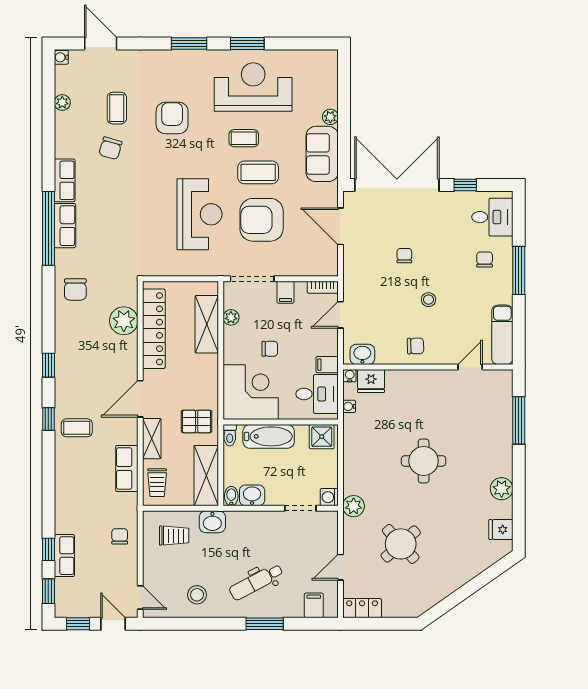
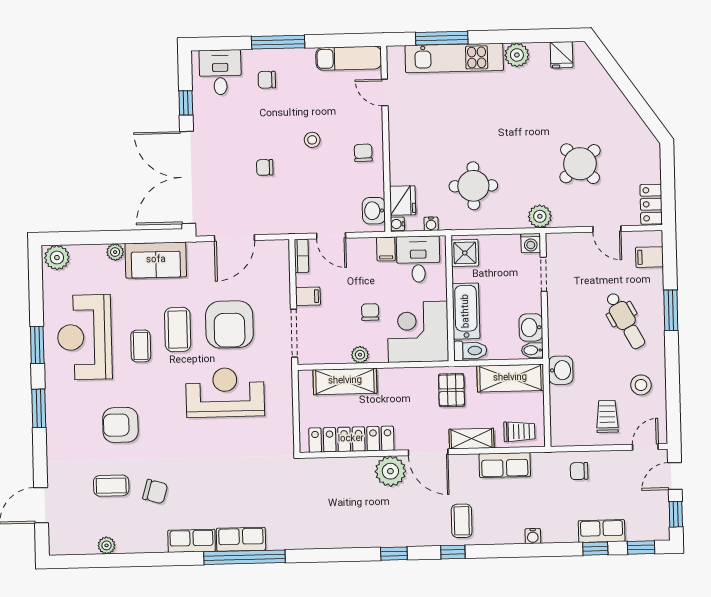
water cooler: (61, 57) -> (533, 536), moved
plant: (327, 64) -> (57, 258), added
chair: (75, 289) -> (311, 526), removed
plant: (231, 317) -> (360, 355), moved
plant: (124, 321) -> (390, 471), moved
kitchen unit: (500, 431) -> (454, 58), added
toilet: (230, 435) -> (470, 351), width x1.37, depth x1.39
round table: (424, 461) -> (473, 186), moved
trolley: (174, 536) -> (607, 416), moved

